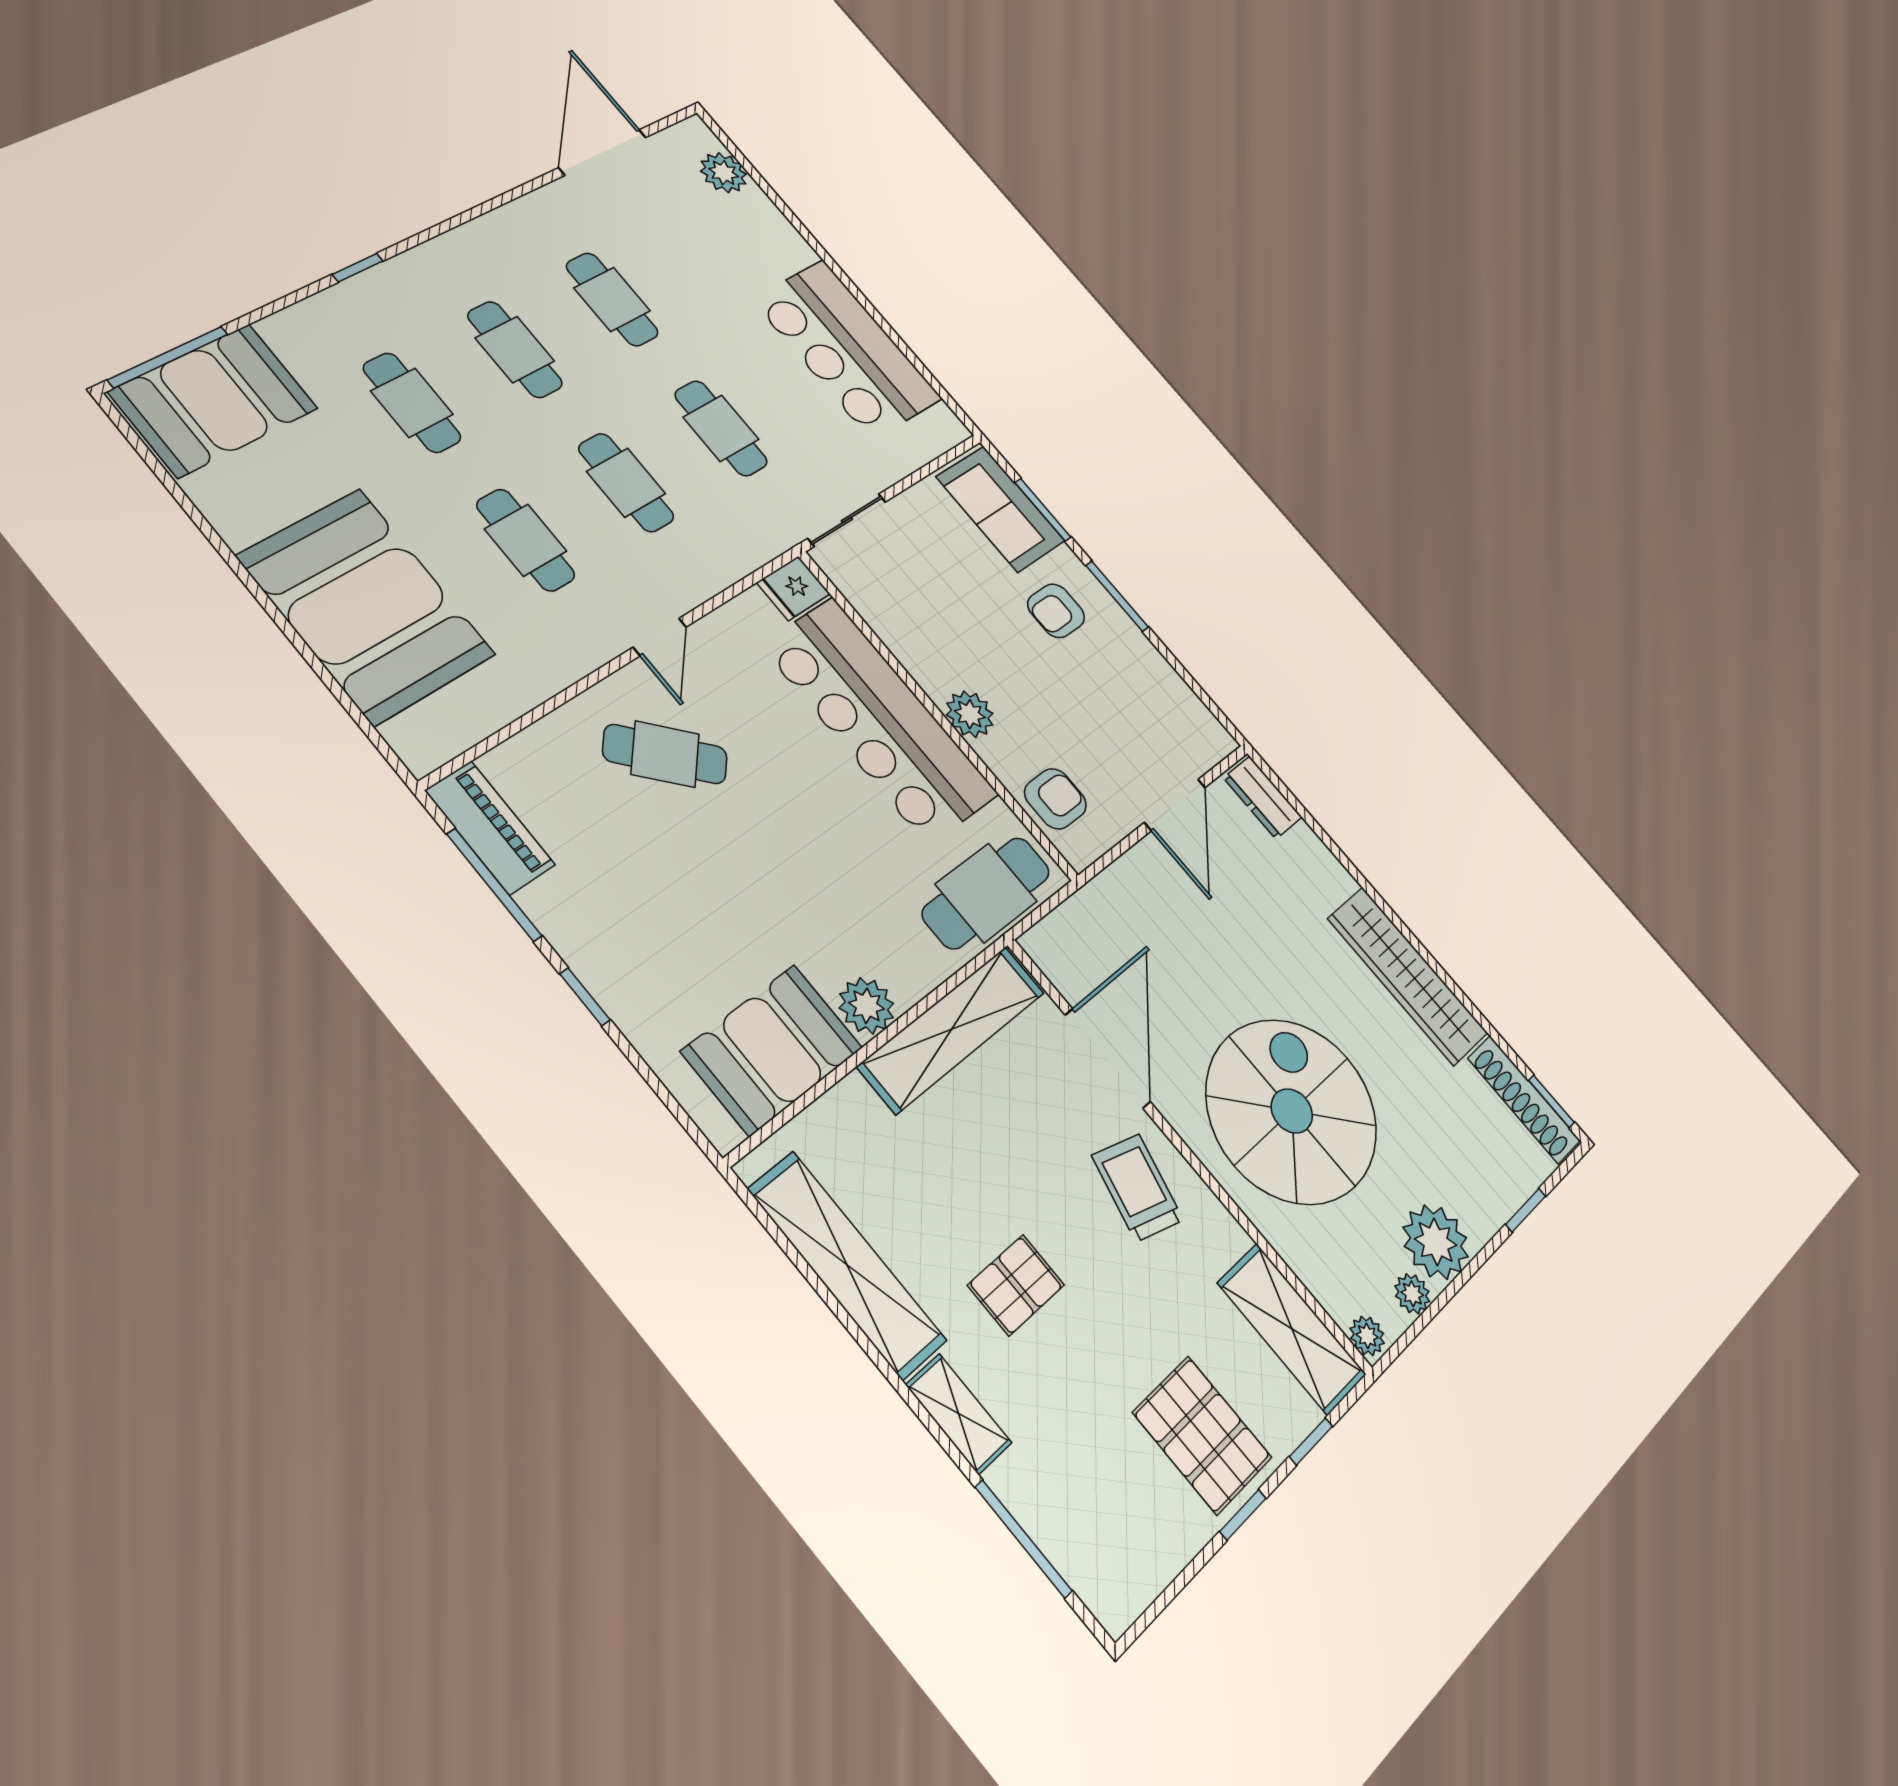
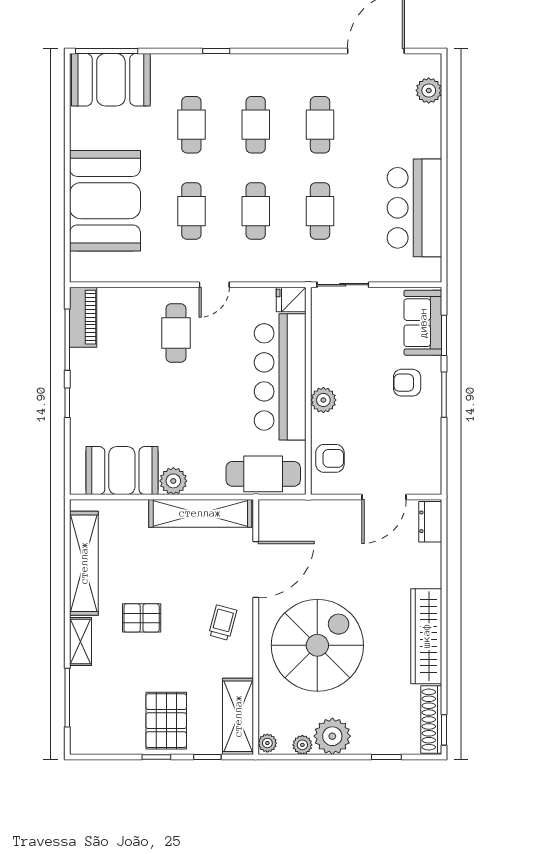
cafe table: (665, 754) -> (176, 333), turned 45
trolley: (1137, 1188) -> (223, 623), width x0.73, depth x0.72

